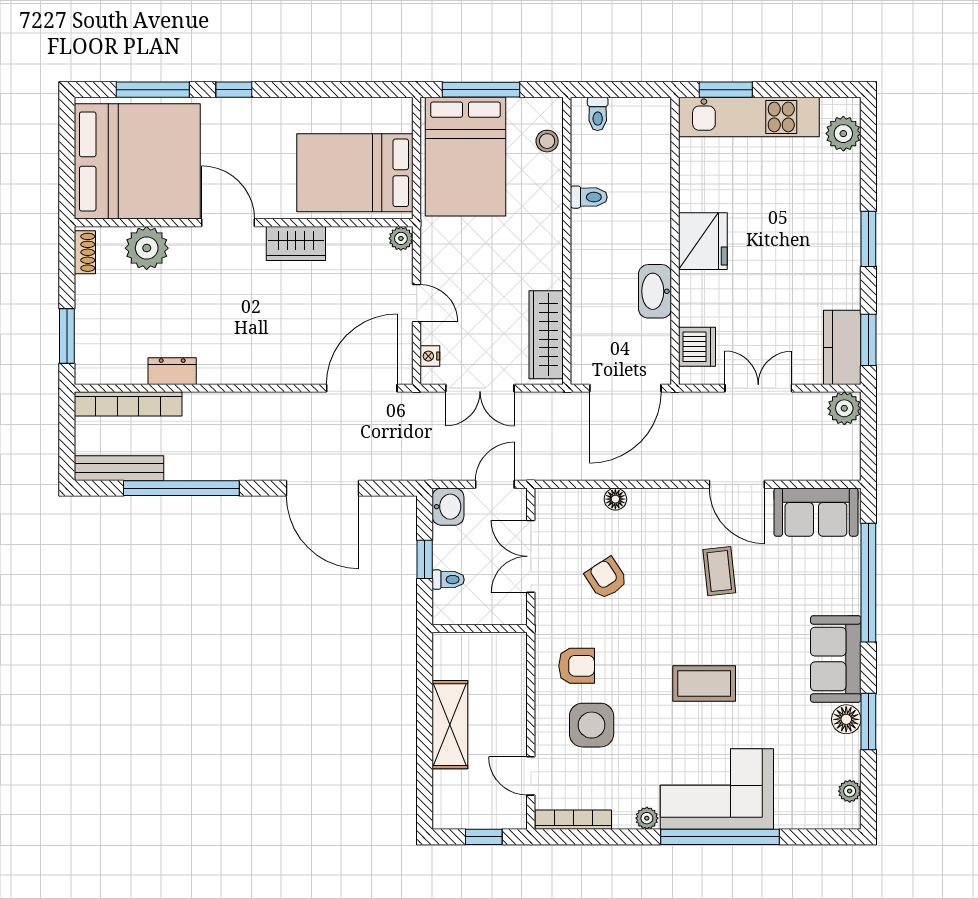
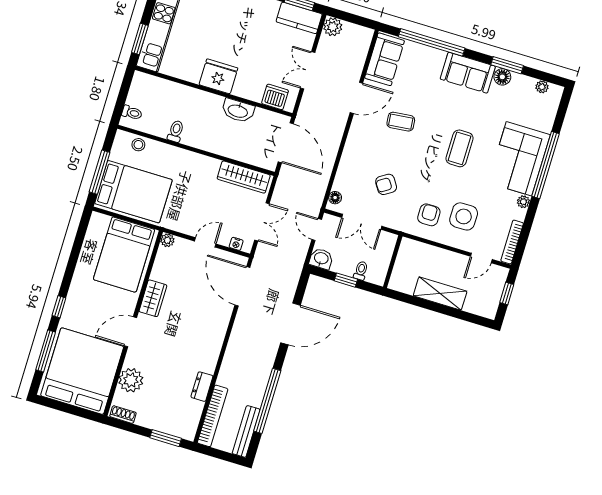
floor lamp: (615, 499) -> (335, 198), moved

